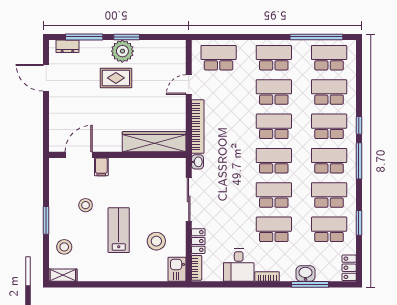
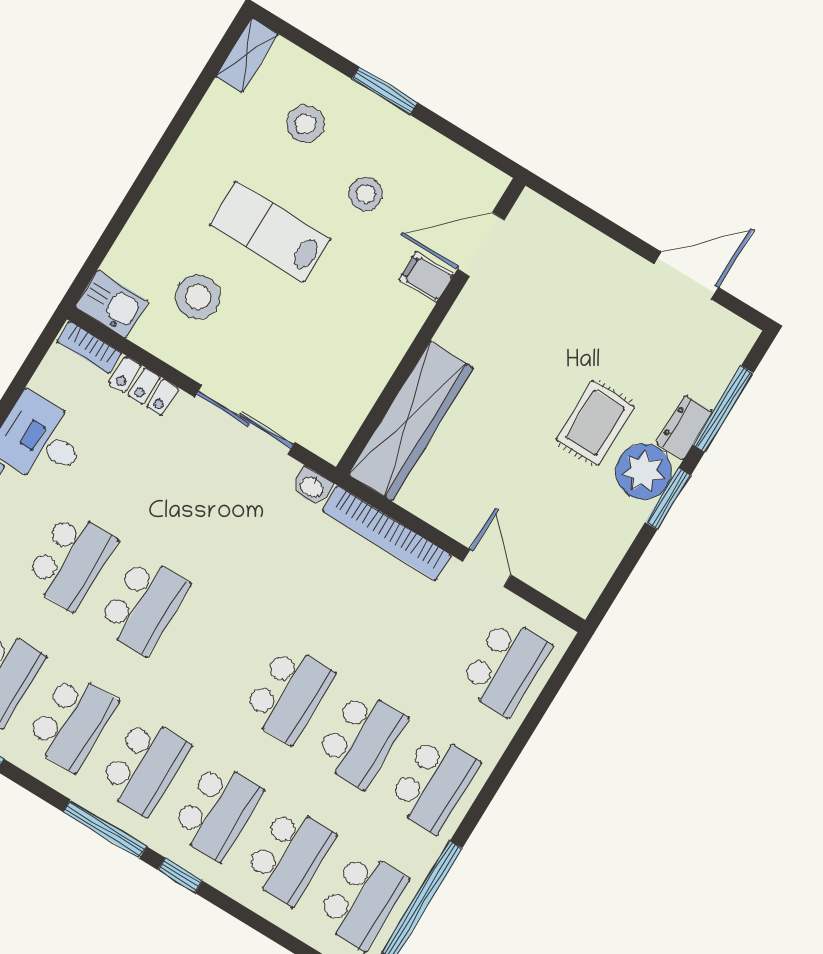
dresser: (67, 46) -> (684, 428), moved
door: (79, 155) -> (481, 244), swing flipped
school desk: (274, 161) -> (216, 650), removed
lab bench: (119, 230) -> (270, 232), turned 180
stool: (64, 247) -> (306, 124), moved

